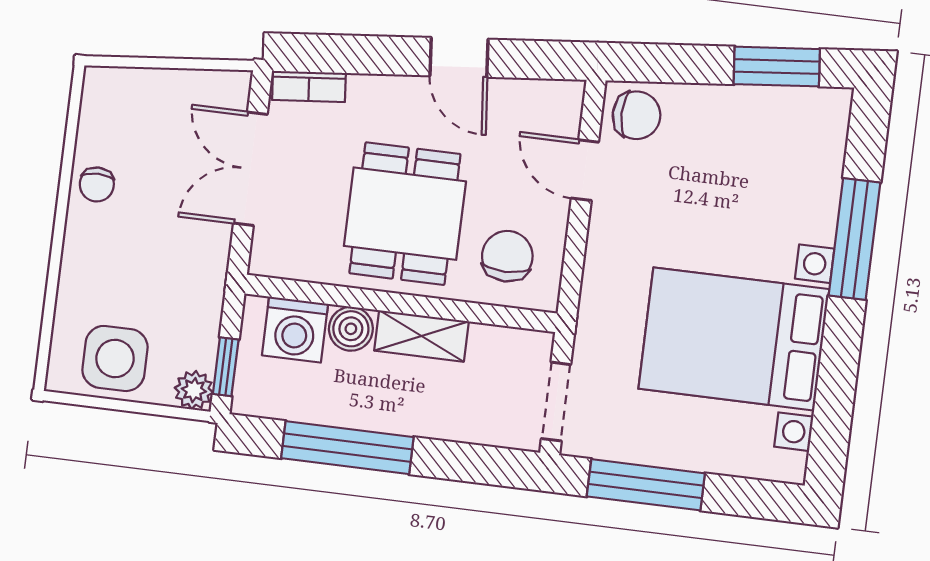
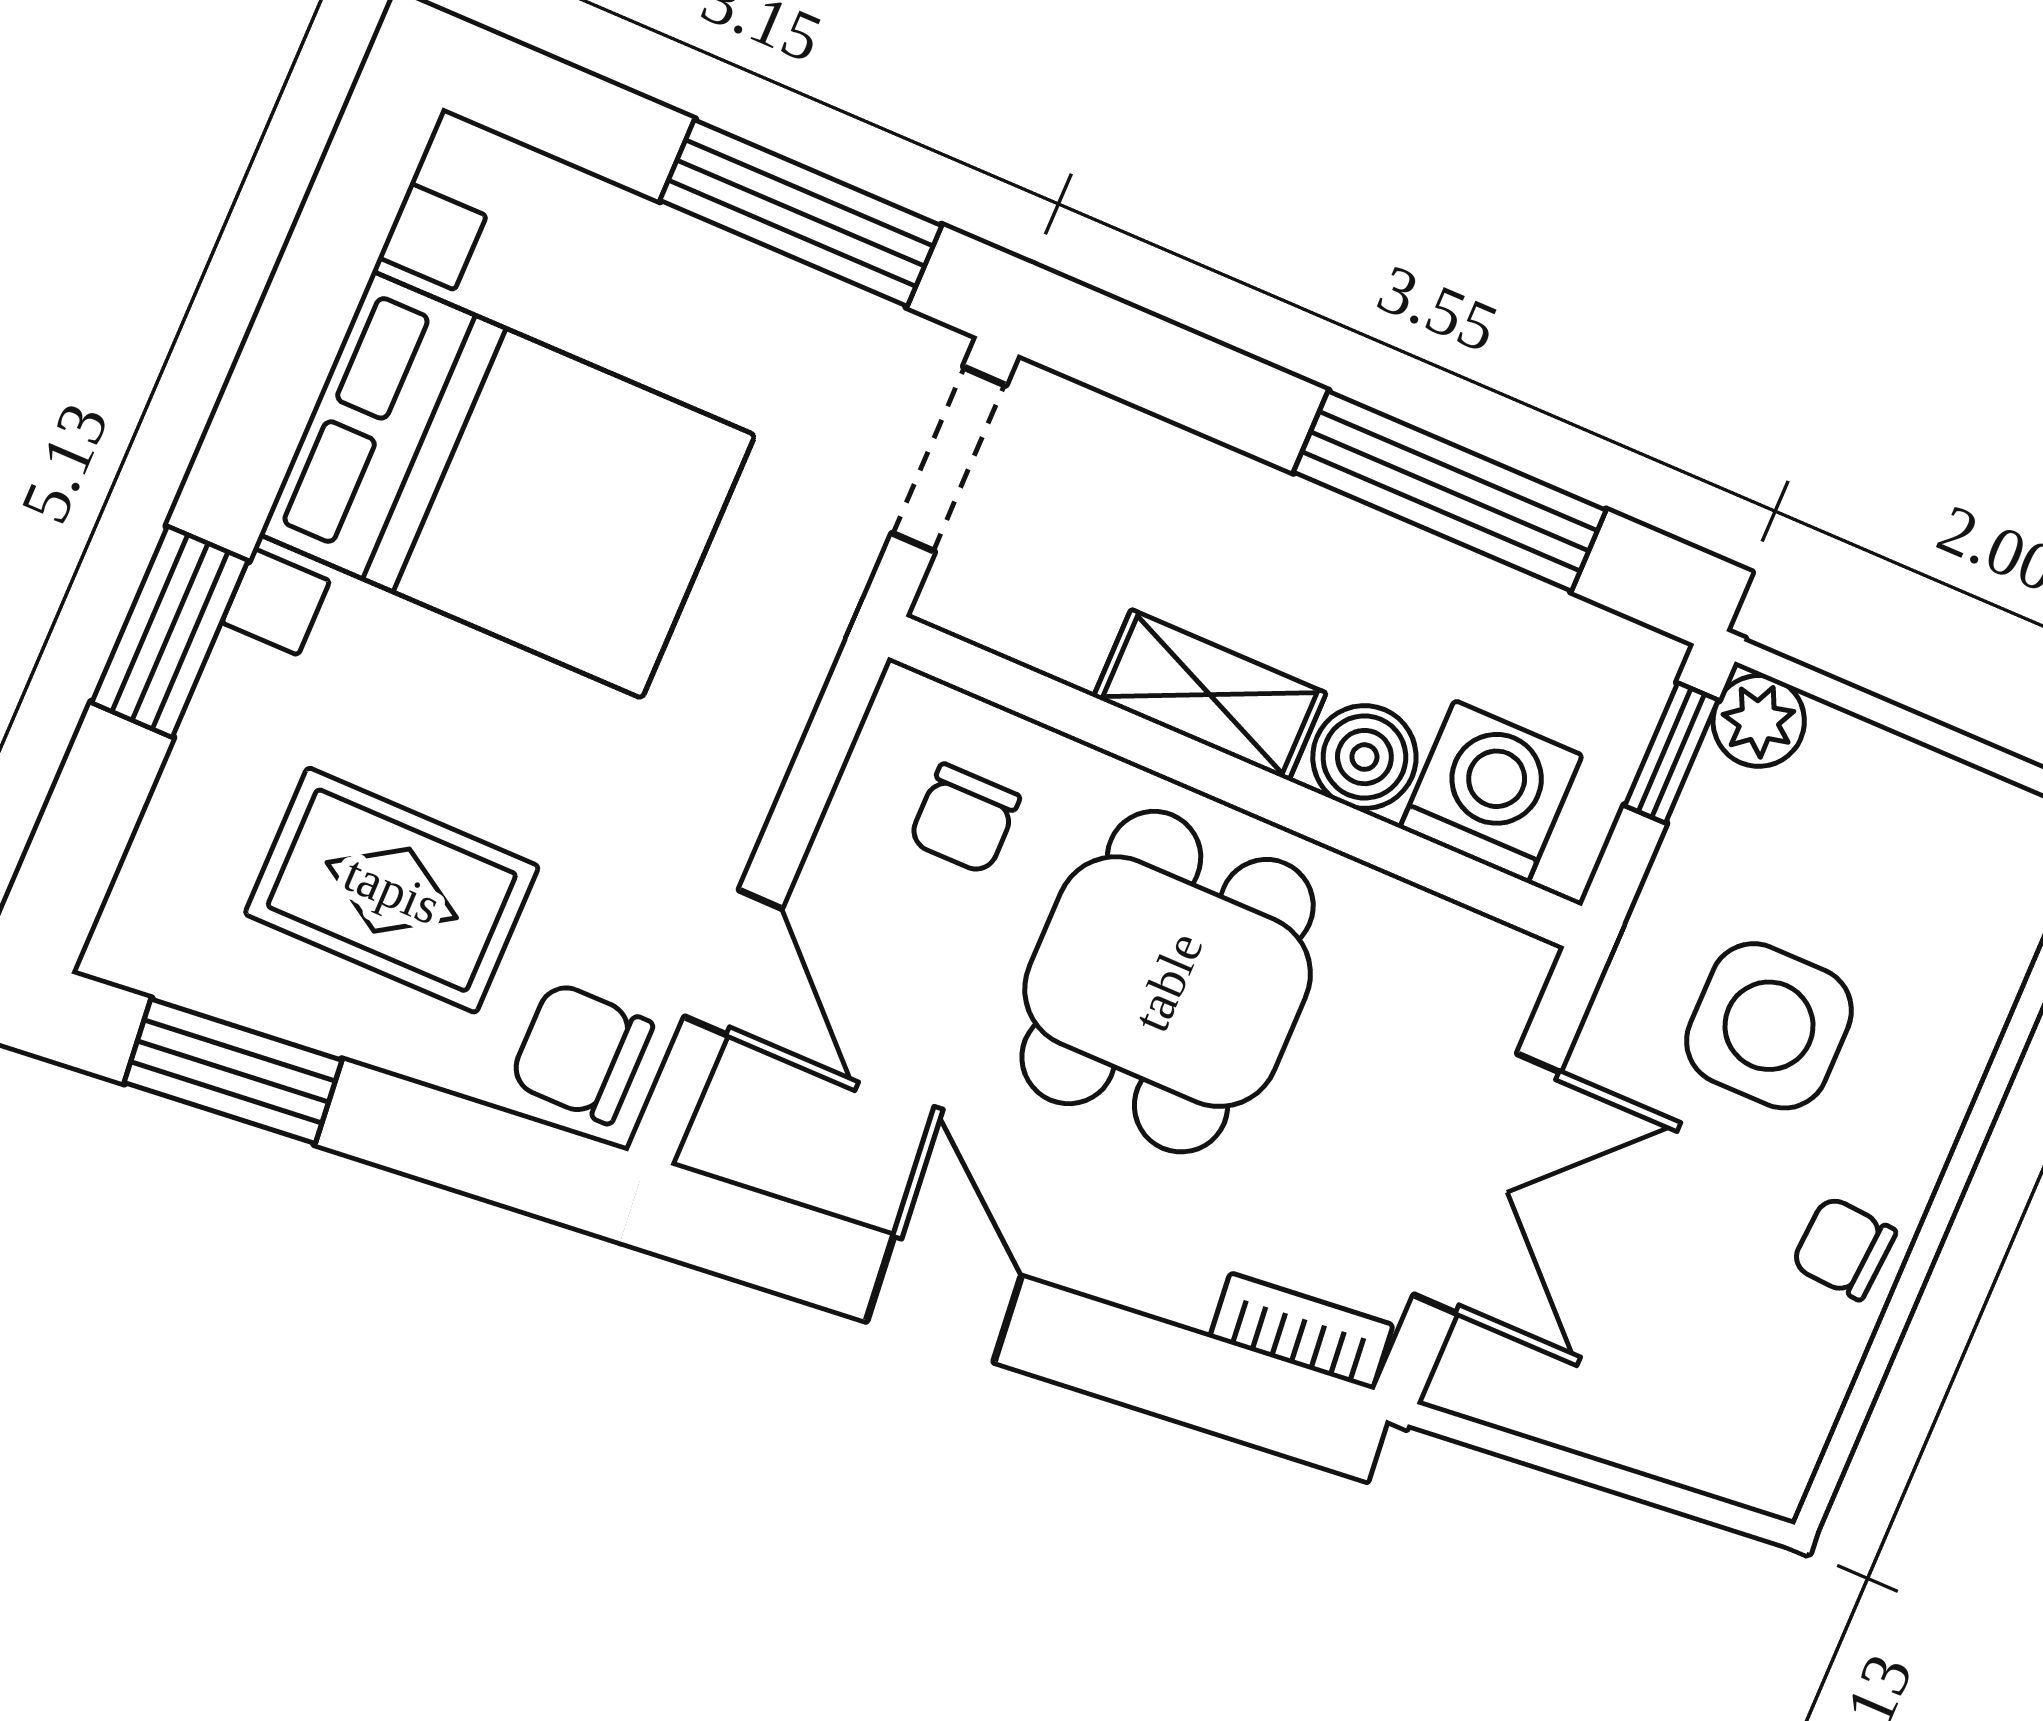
rug: (733, 159) -> (392, 890), added
chair: (97, 184) -> (1844, 1248), turned -86
window: (854, 239) -> (170, 632), width x0.69
chair: (507, 256) -> (964, 819), width x0.73, depth x0.73
side table: (115, 358) -> (1769, 1026), moved

